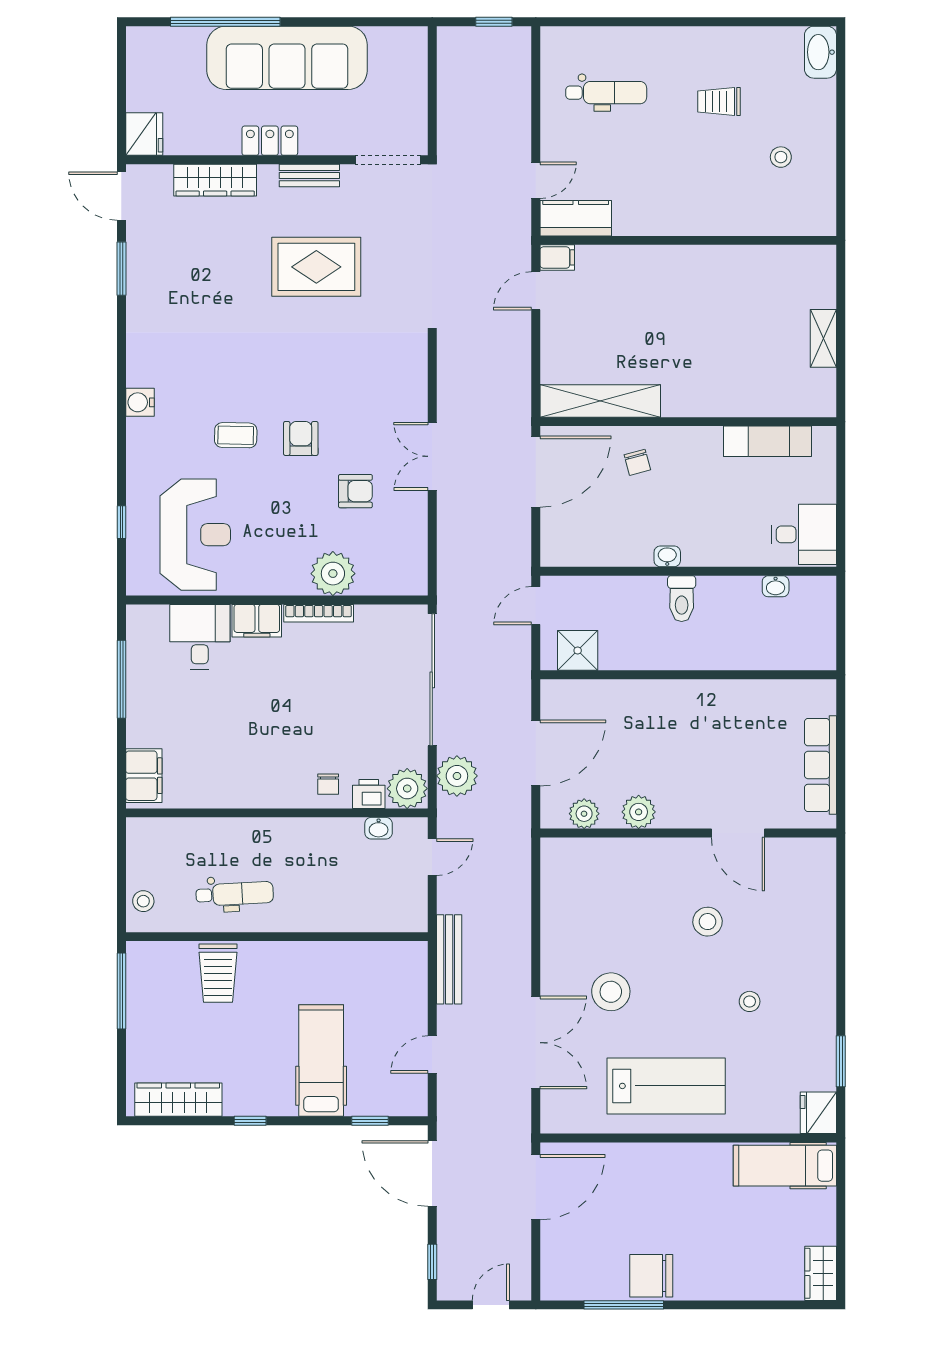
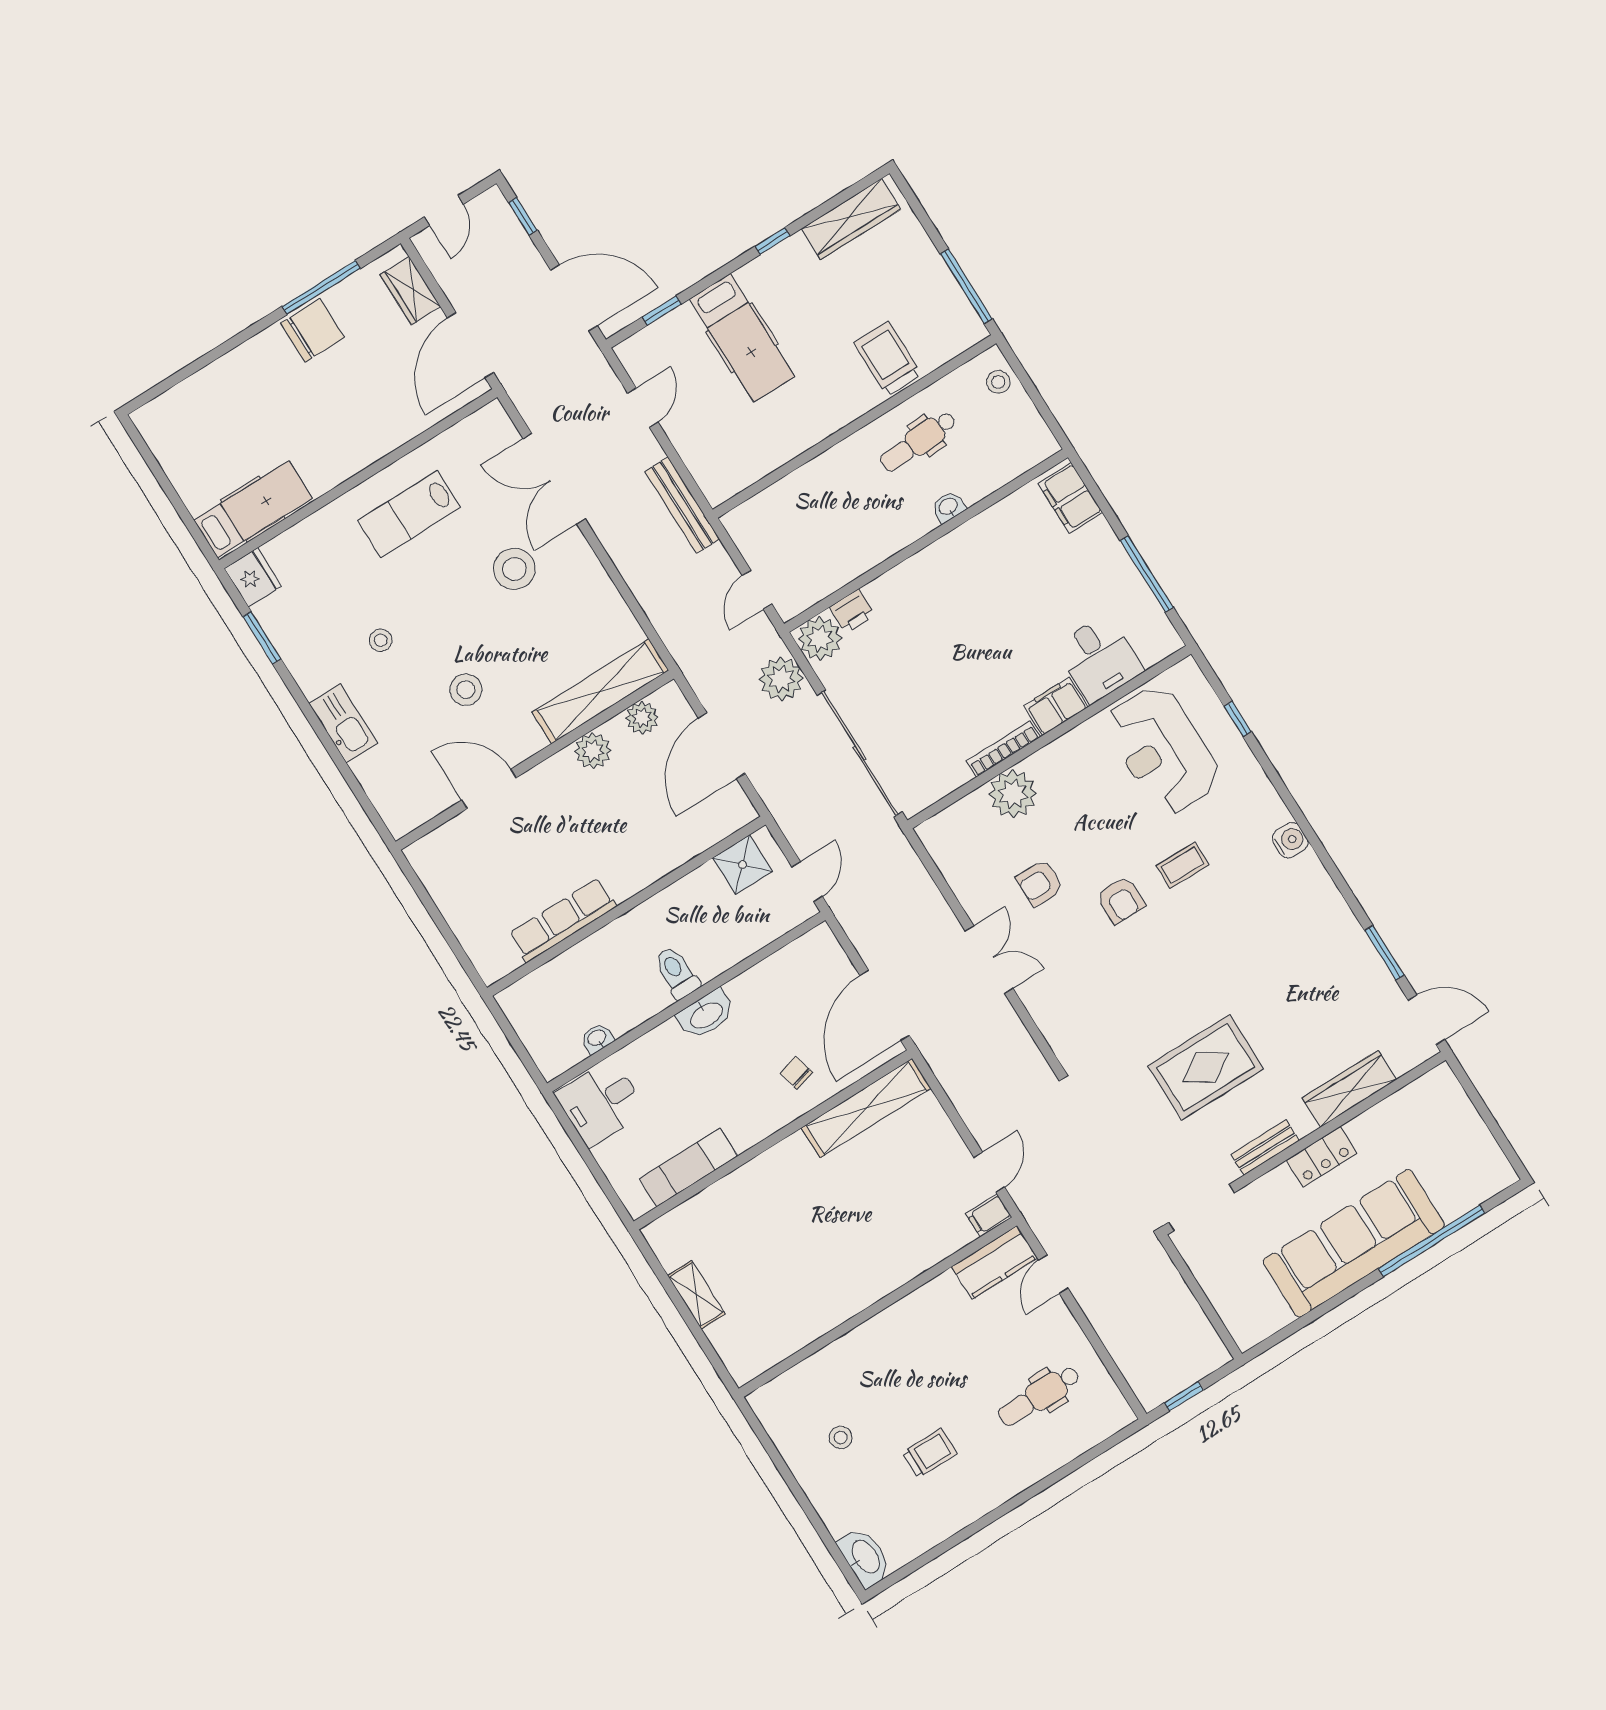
fridge: (144, 134) -> (1441, 1090), removed
washbasin: (667, 556) -> (706, 1015), width x1.91, depth x1.45
row of seats: (821, 765) -> (563, 920), moved, turned -90
chair: (328, 784) -> (895, 597), removed
washbasin: (379, 828) -> (948, 507), moved
shelving: (604, 855) -> (600, 691), added
kitchen sink: (819, 955) -> (343, 723), added
lab bench: (666, 1086) -> (409, 514), width x0.73, depth x0.72
wardrobe: (821, 1273) -> (410, 291), moved, turned 180

